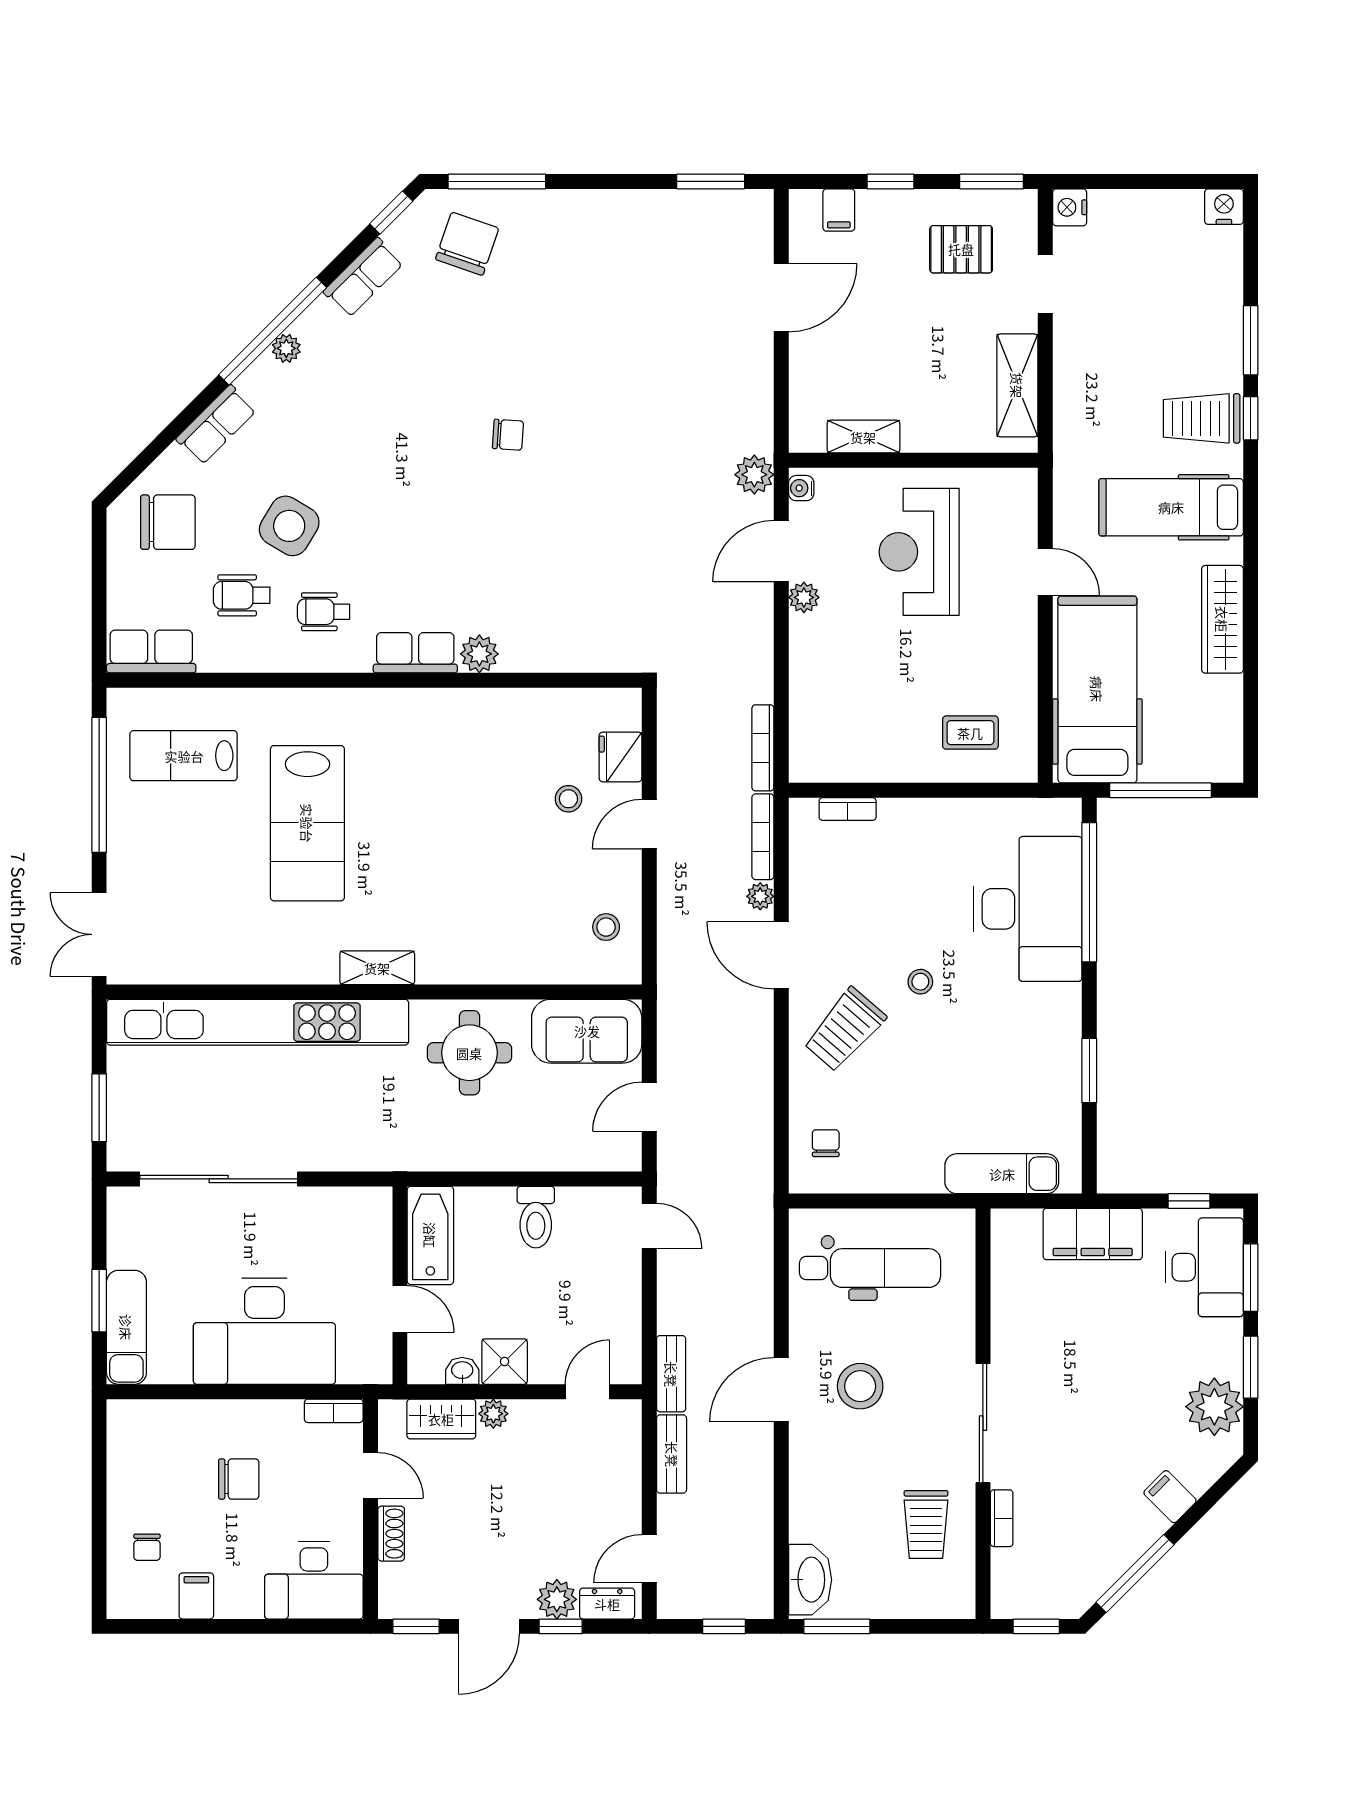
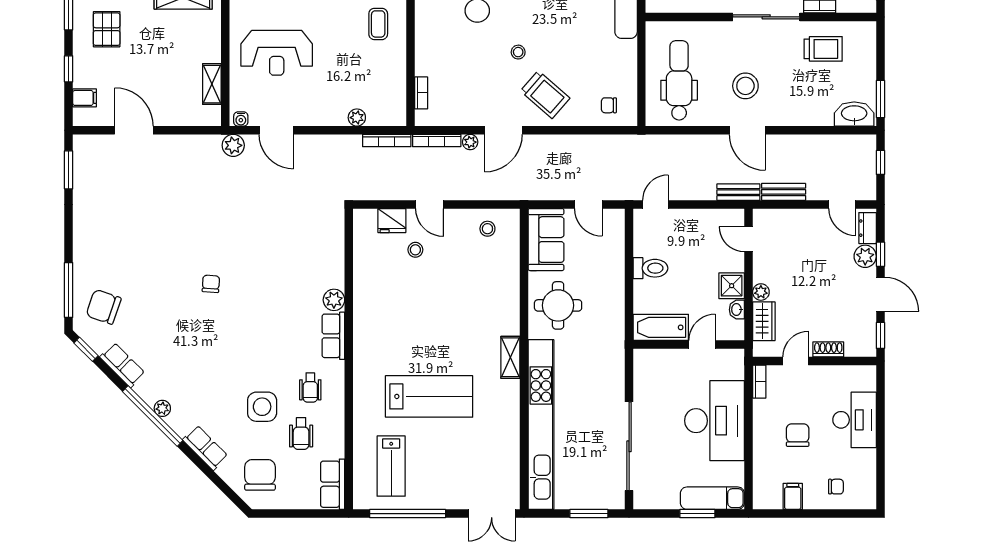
side table: (289, 526) -> (262, 407), turned -31
plant: (804, 597) -> (357, 118), moved
desk: (314, 1580) -> (855, 420), moved
filing cabinet: (196, 1596) -> (793, 496), moved, turned 90

